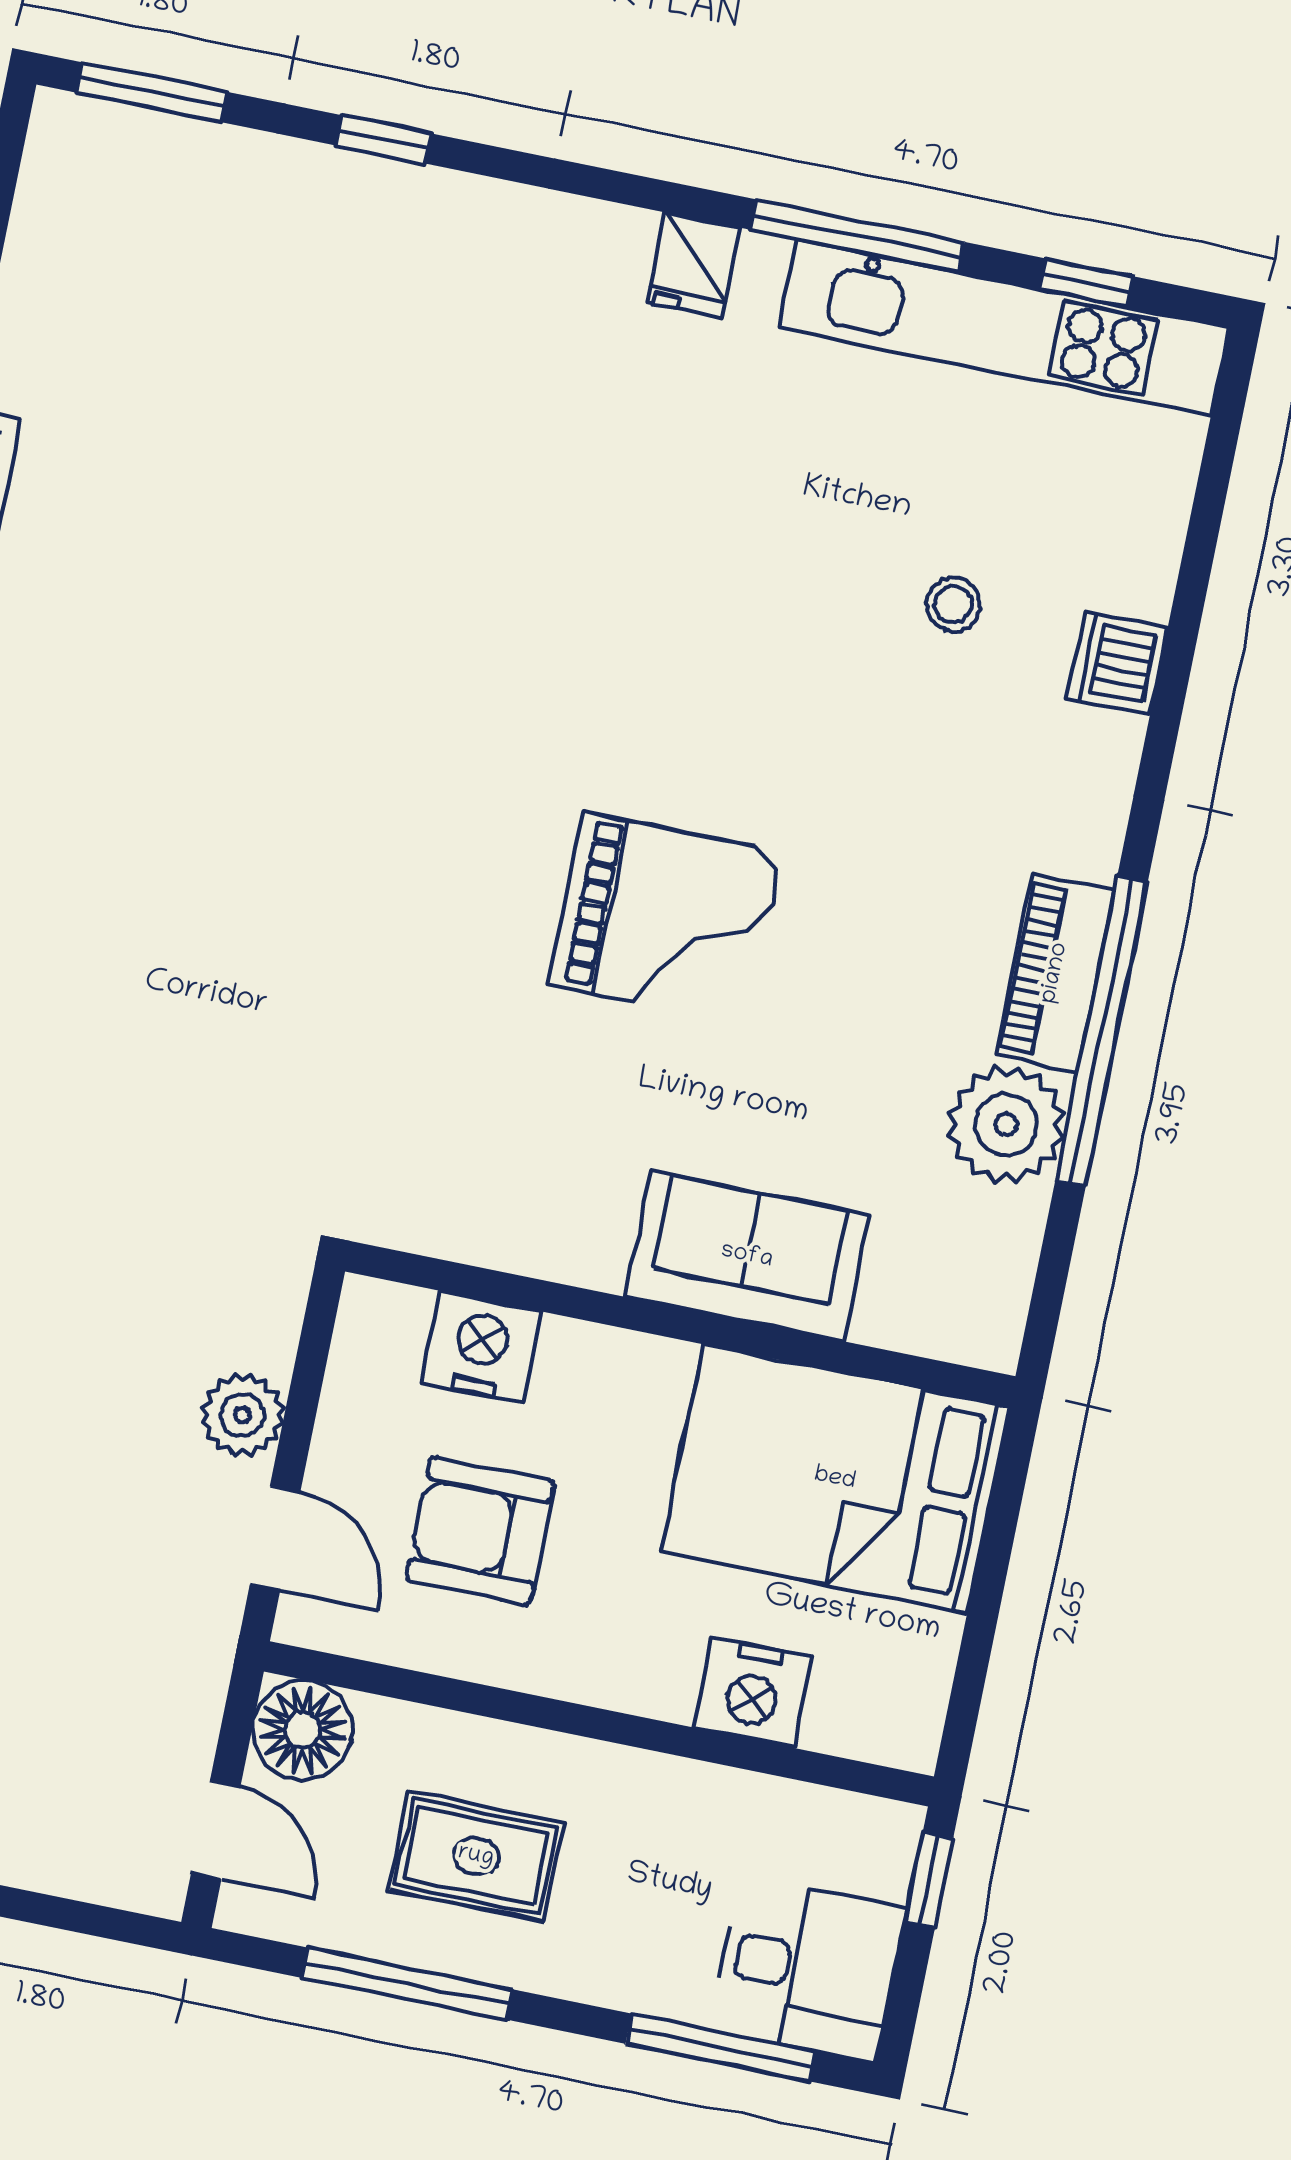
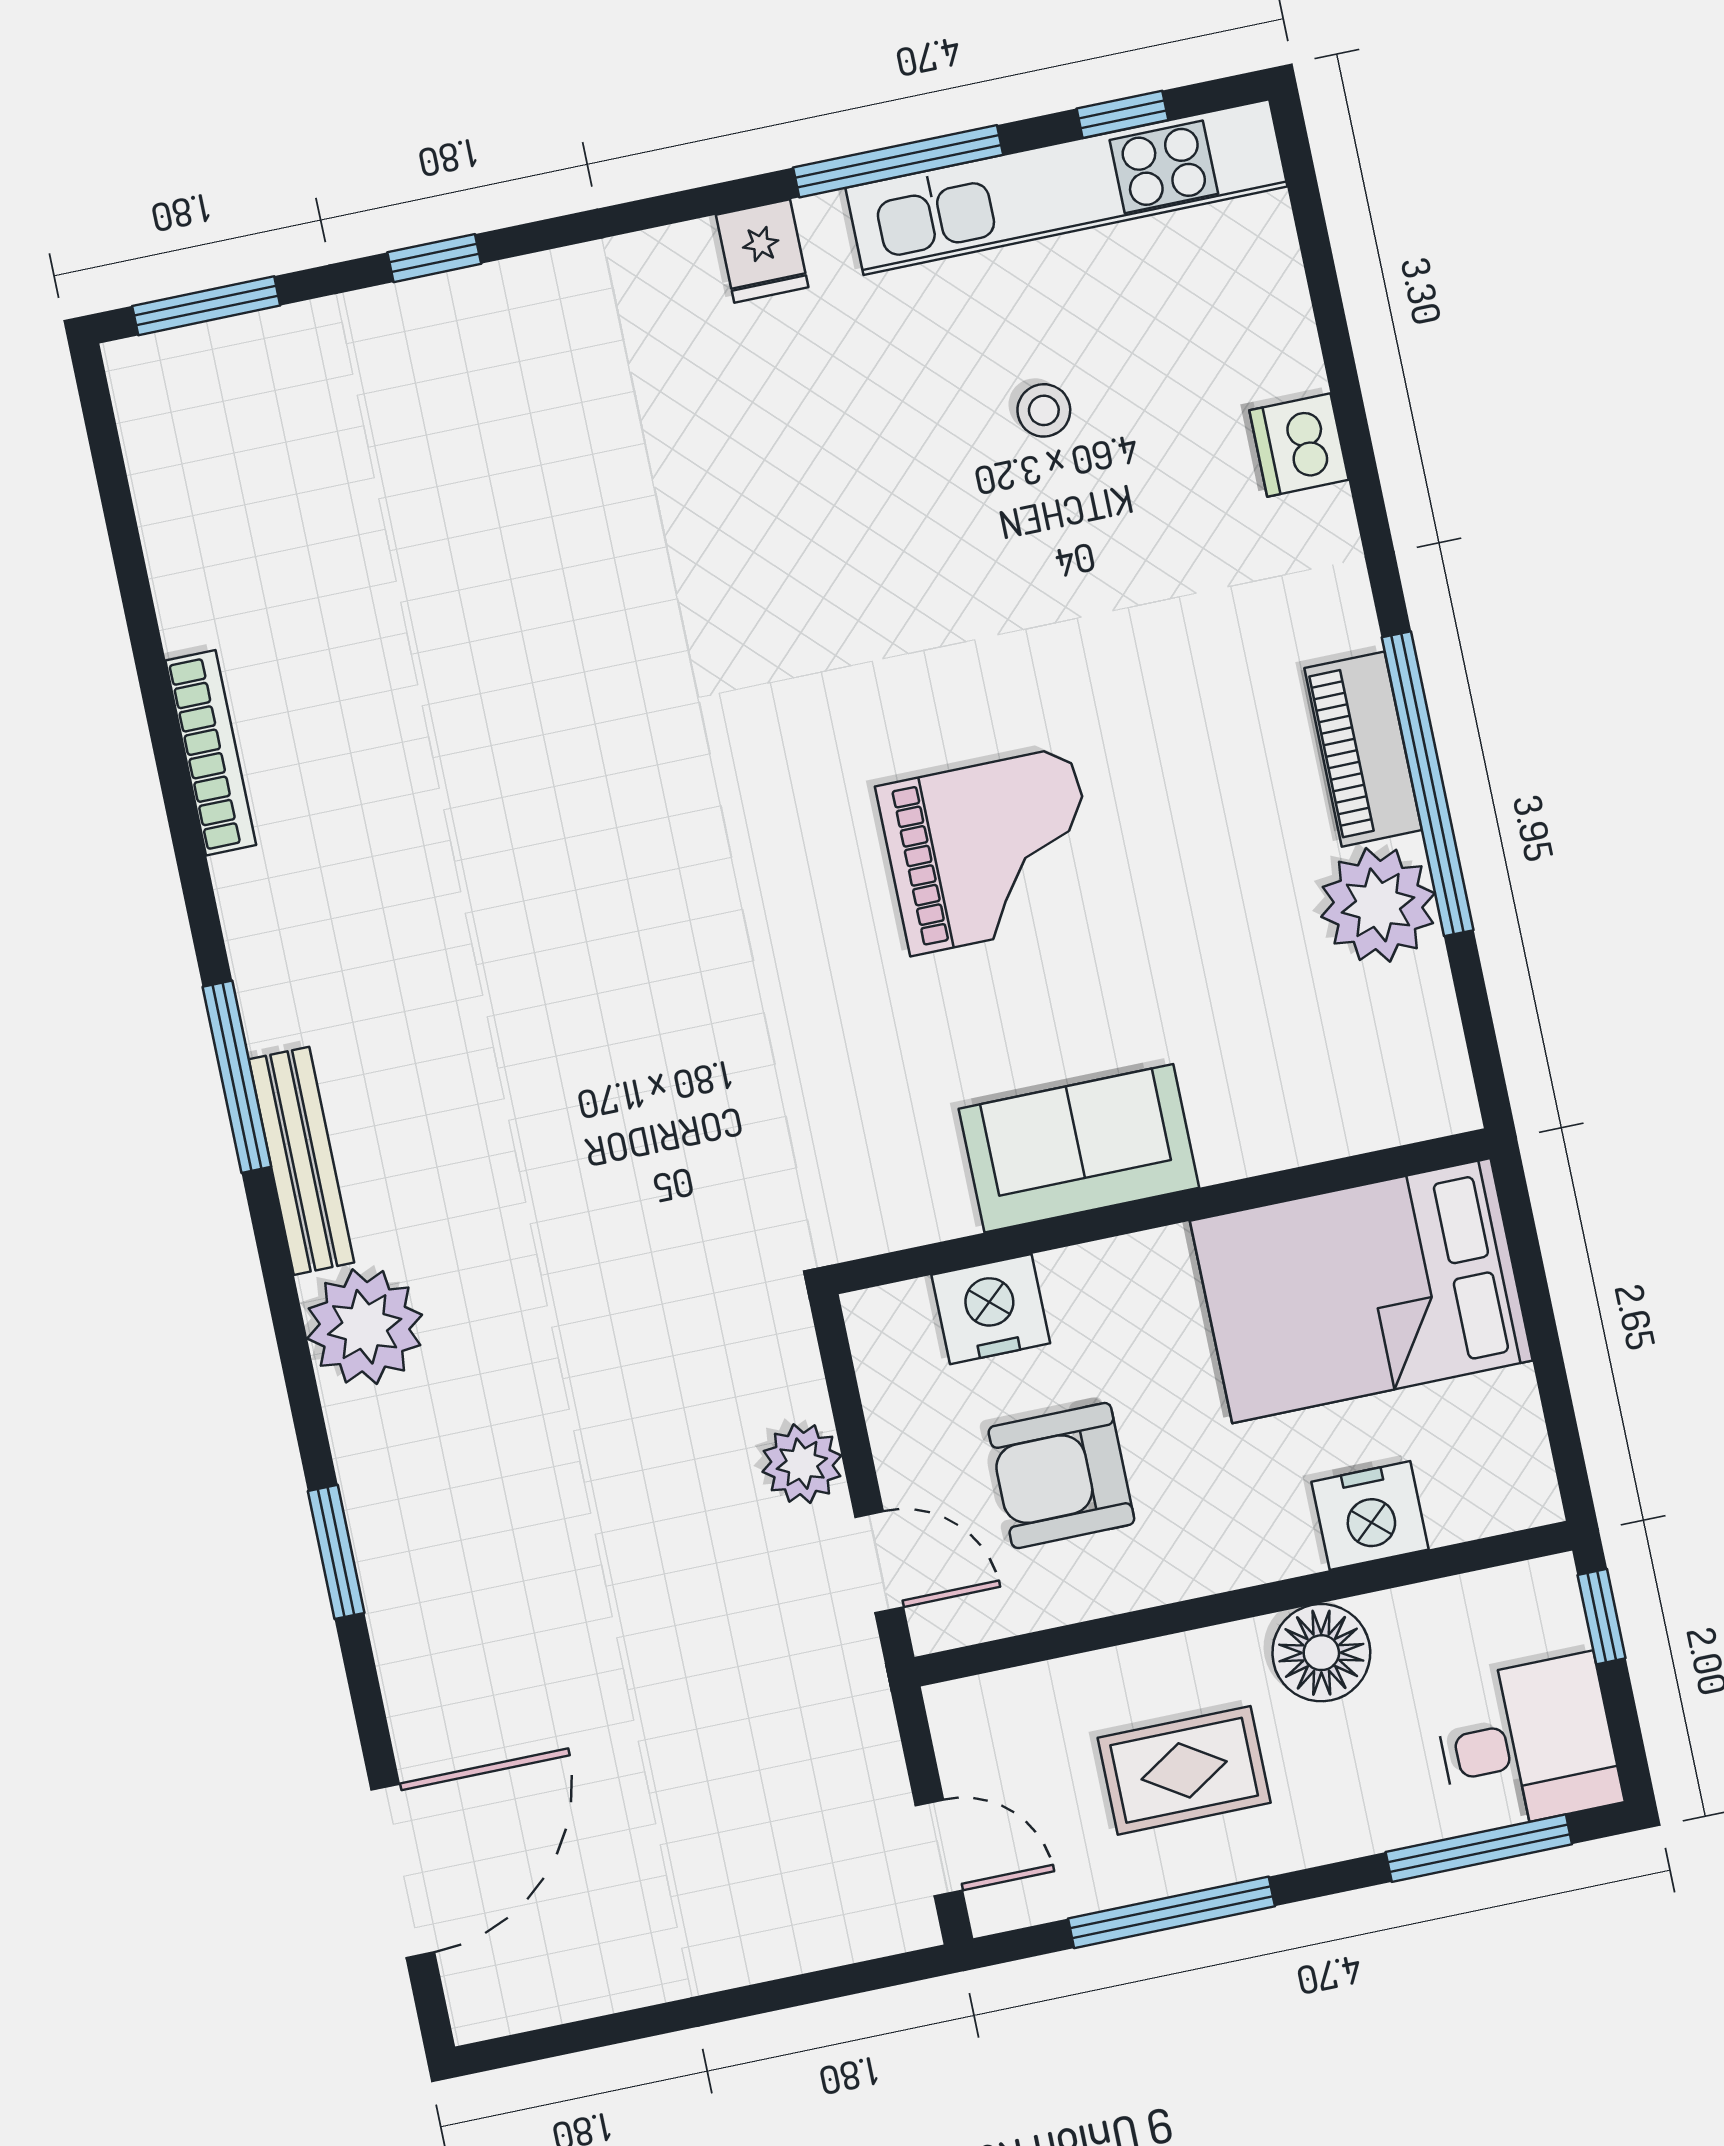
stool: (953, 604) -> (1044, 410), moved
sofa: (747, 1256) -> (1079, 1148), moved
floor lamp: (302, 1730) -> (1321, 1653), moved

